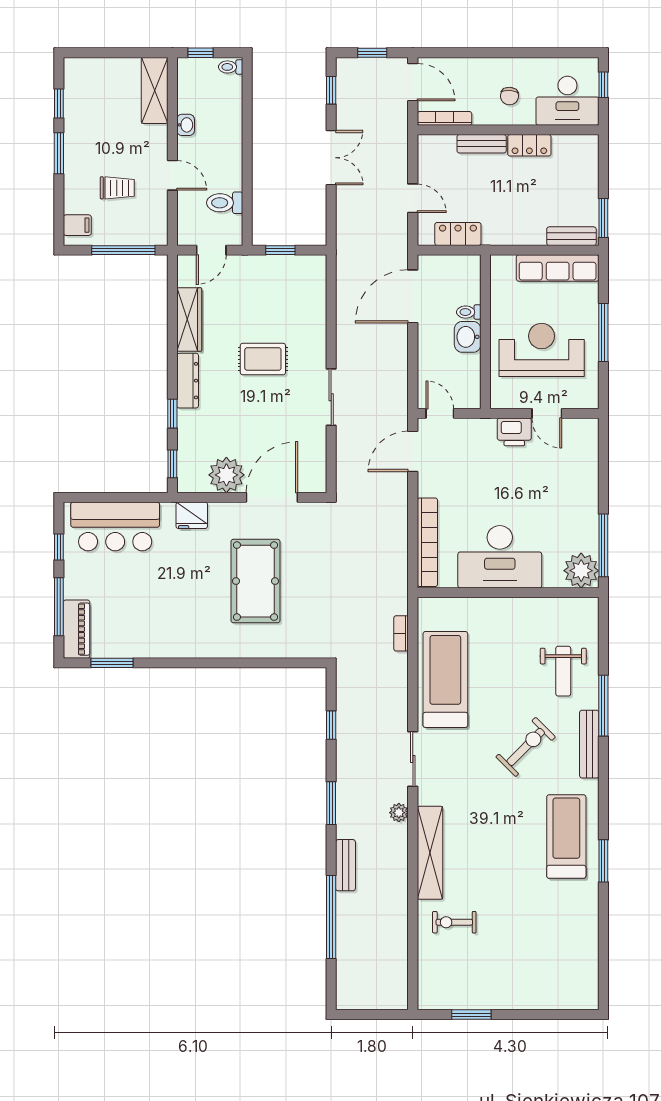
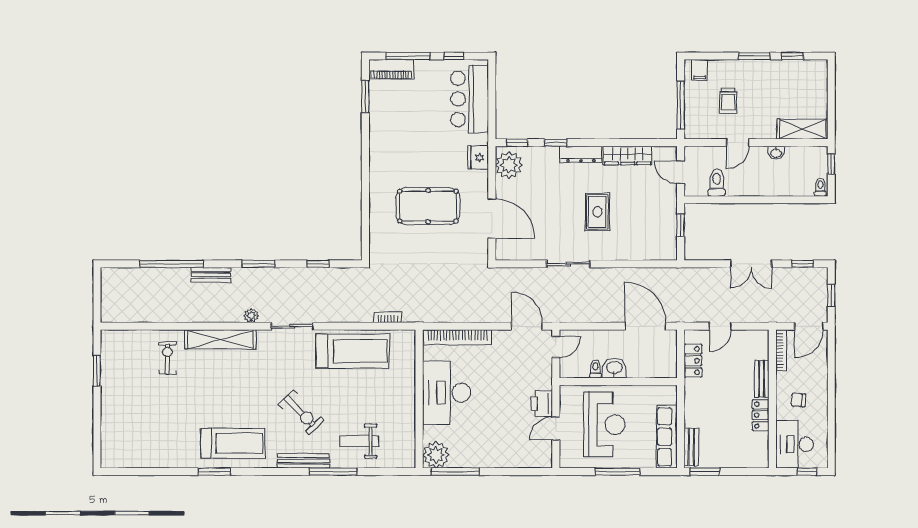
toilet: (469, 312) -> (595, 369), moved
plant: (226, 475) -> (509, 165), moved

